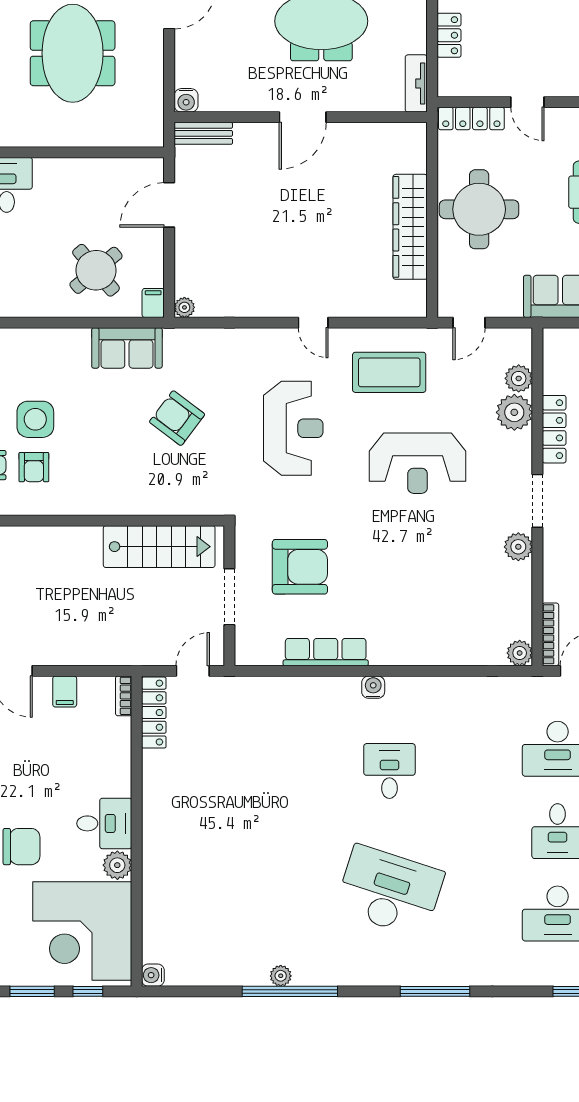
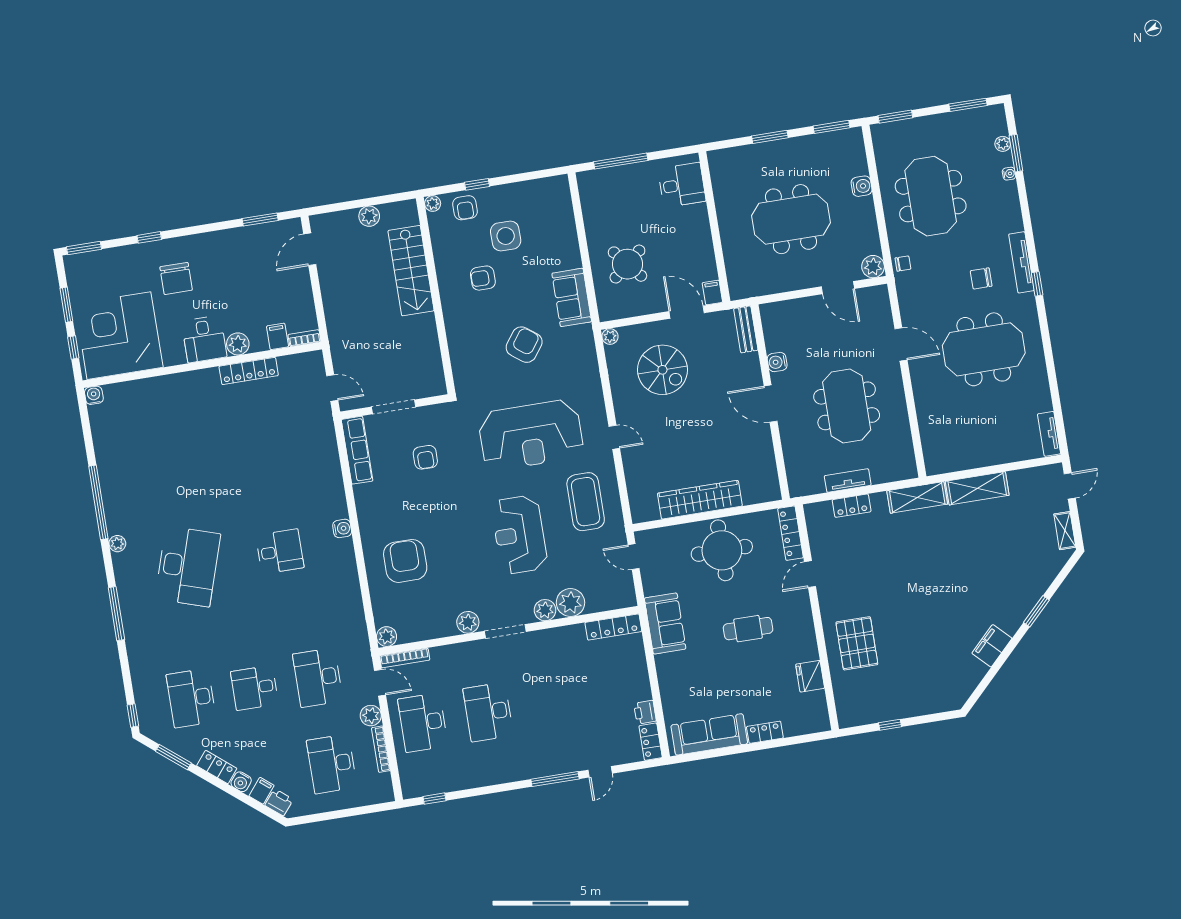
tv unit: (416, 83) -> (848, 480), moved
water cooler: (186, 100) -> (777, 362), moved
spiral stairs: (238, 248) -> (662, 370), added
filing cabinet: (153, 303) -> (712, 292), moved, turned -90
door: (313, 323) -> (614, 437), swing flipped
plant: (519, 378) -> (545, 610), moved
reception desk: (293, 428) -> (531, 435), width x1.36, depth x1.30
locker: (554, 429) -> (613, 627), moved
armchair: (34, 467) -> (483, 278), moved
stairs: (159, 547) -> (411, 271), moved
armchair: (300, 567) -> (425, 457), width x0.53, depth x0.53
armchair: (427, 614) -> (405, 561), added
row of seats: (326, 652) -> (357, 450), moved
filing cabinet: (65, 692) -> (277, 336), moved, turned 90
locker: (154, 713) -> (249, 371), moved
plant: (117, 865) -> (238, 344), moved
plant: (281, 976) -> (117, 544), moved

